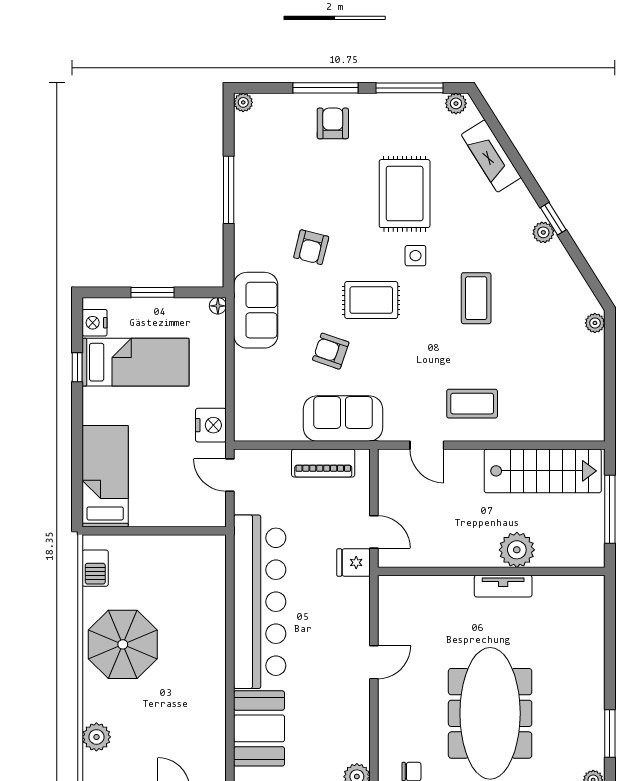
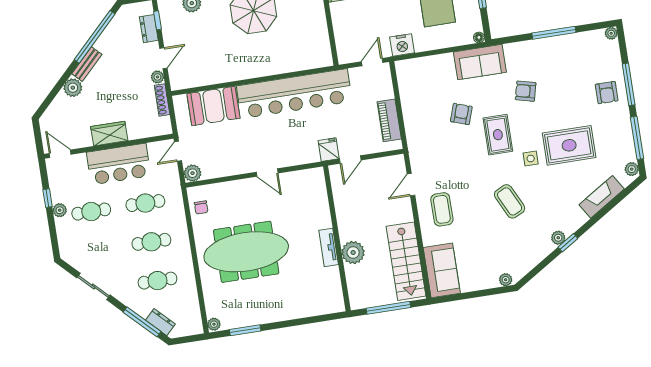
armchair: (333, 123) -> (607, 93), turned 90
coffee table: (476, 298) -> (510, 201), turned 64
sofa: (343, 418) -> (442, 270), moved

